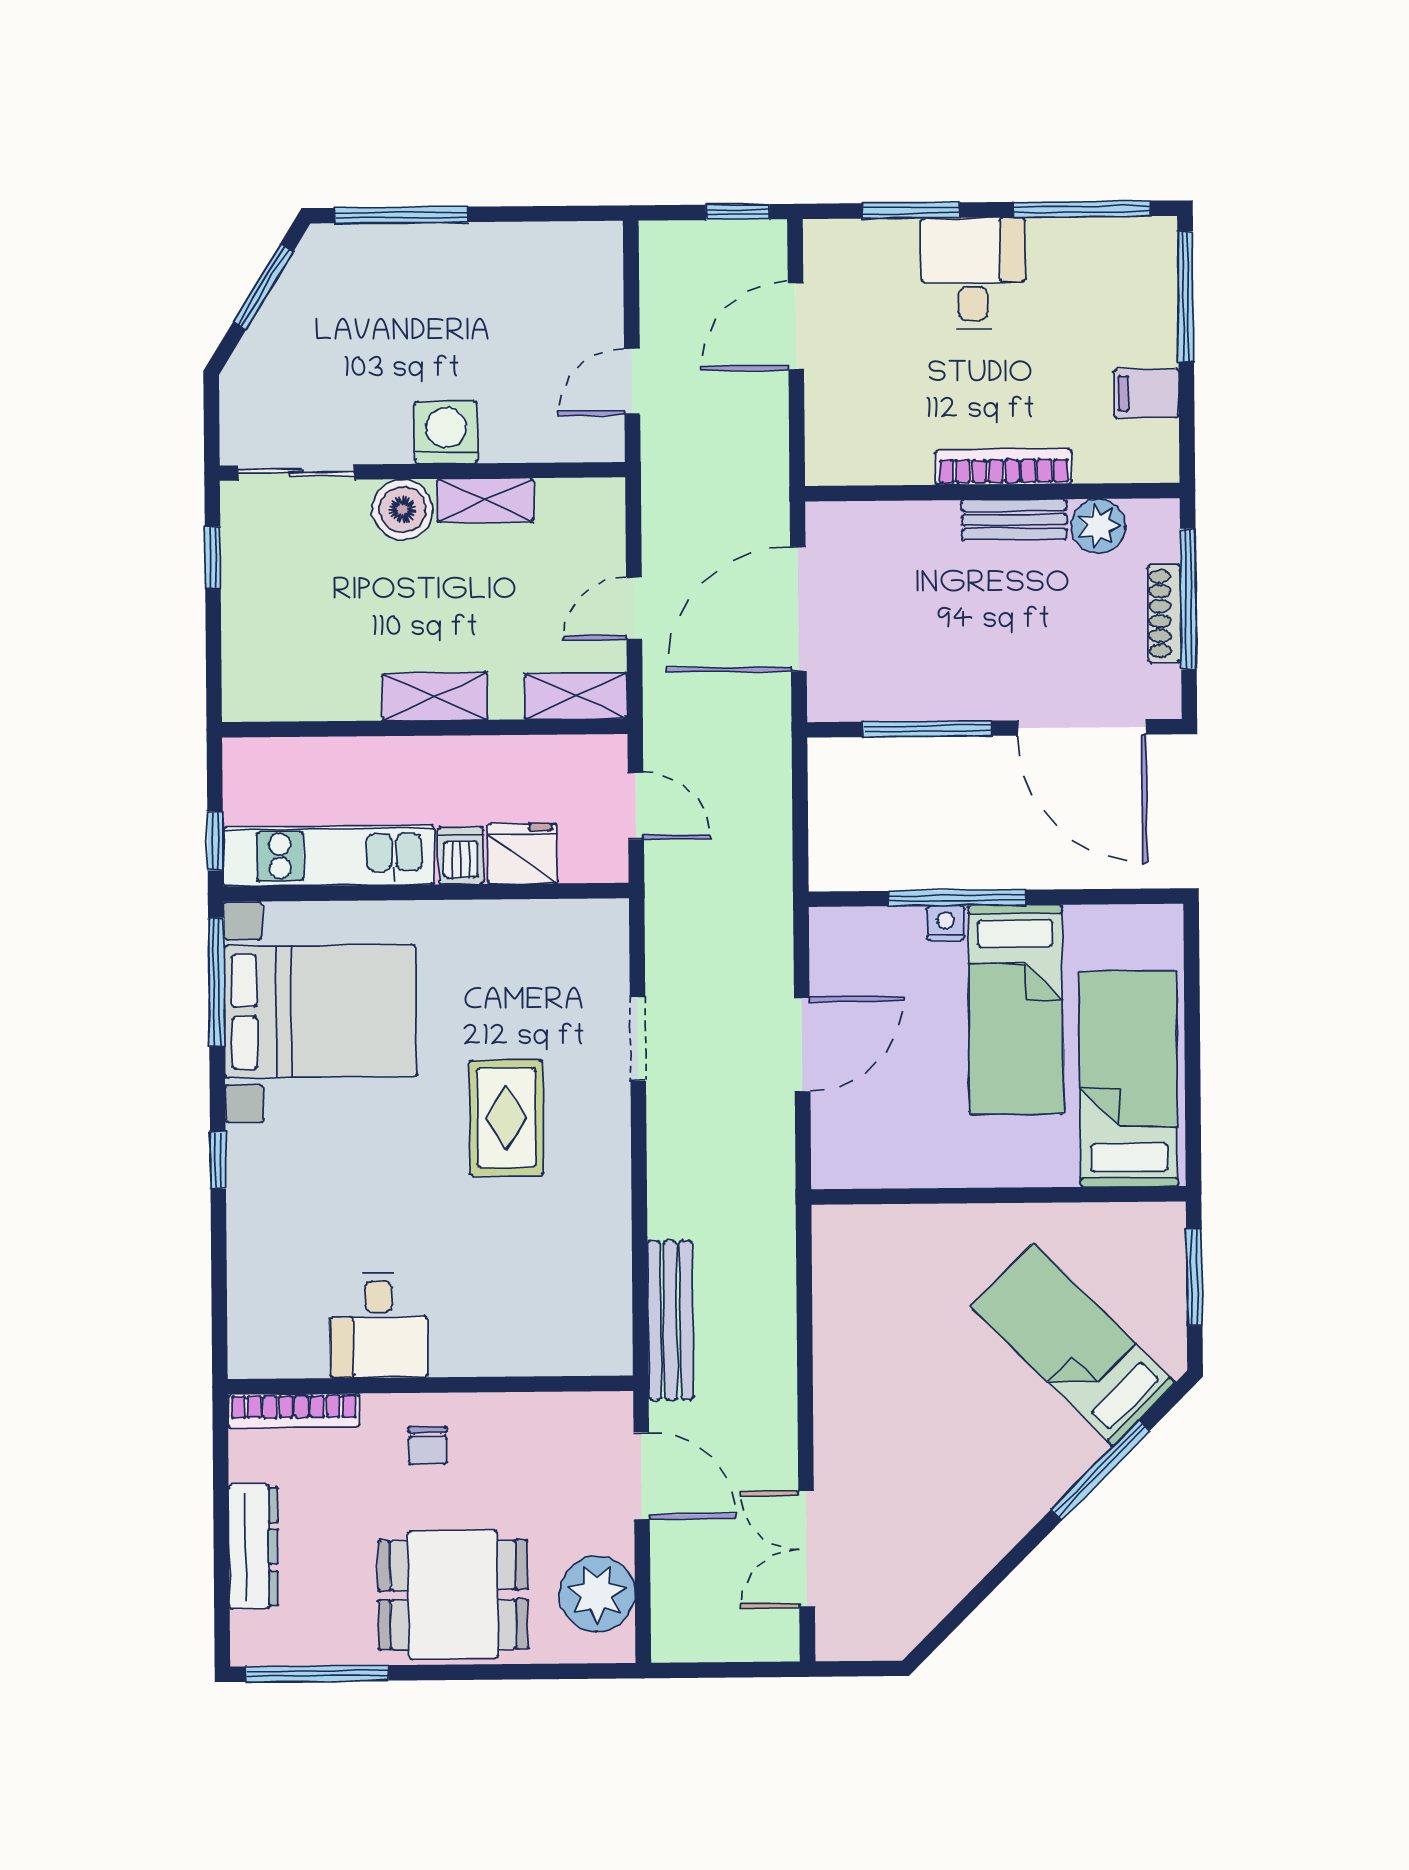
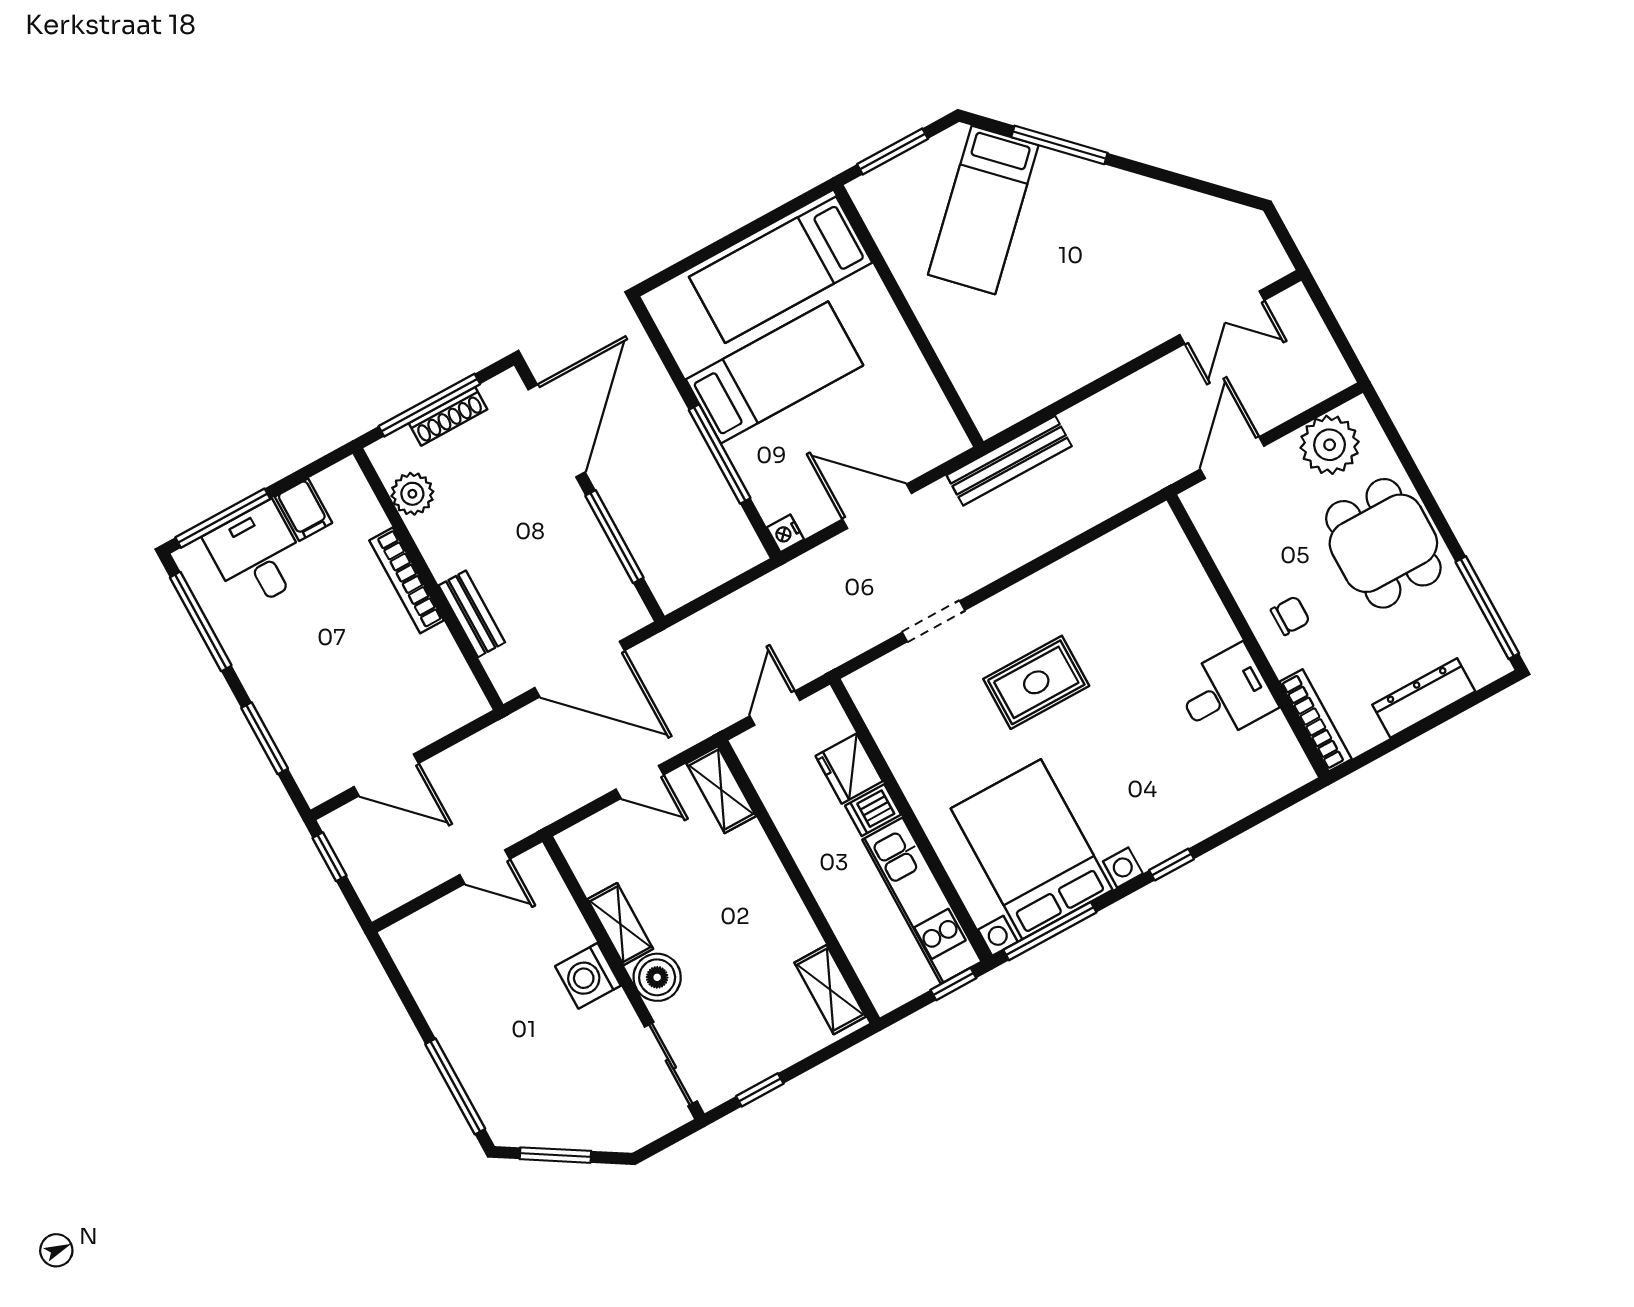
desk: (973, 273) -> (257, 556), moved, turned 90
bench: (1014, 520) -> (472, 614), moved
shelving: (435, 697) -> (830, 990), moved
nightstand: (946, 923) -> (785, 533), moved
bench: (670, 1320) -> (1009, 461), moved

